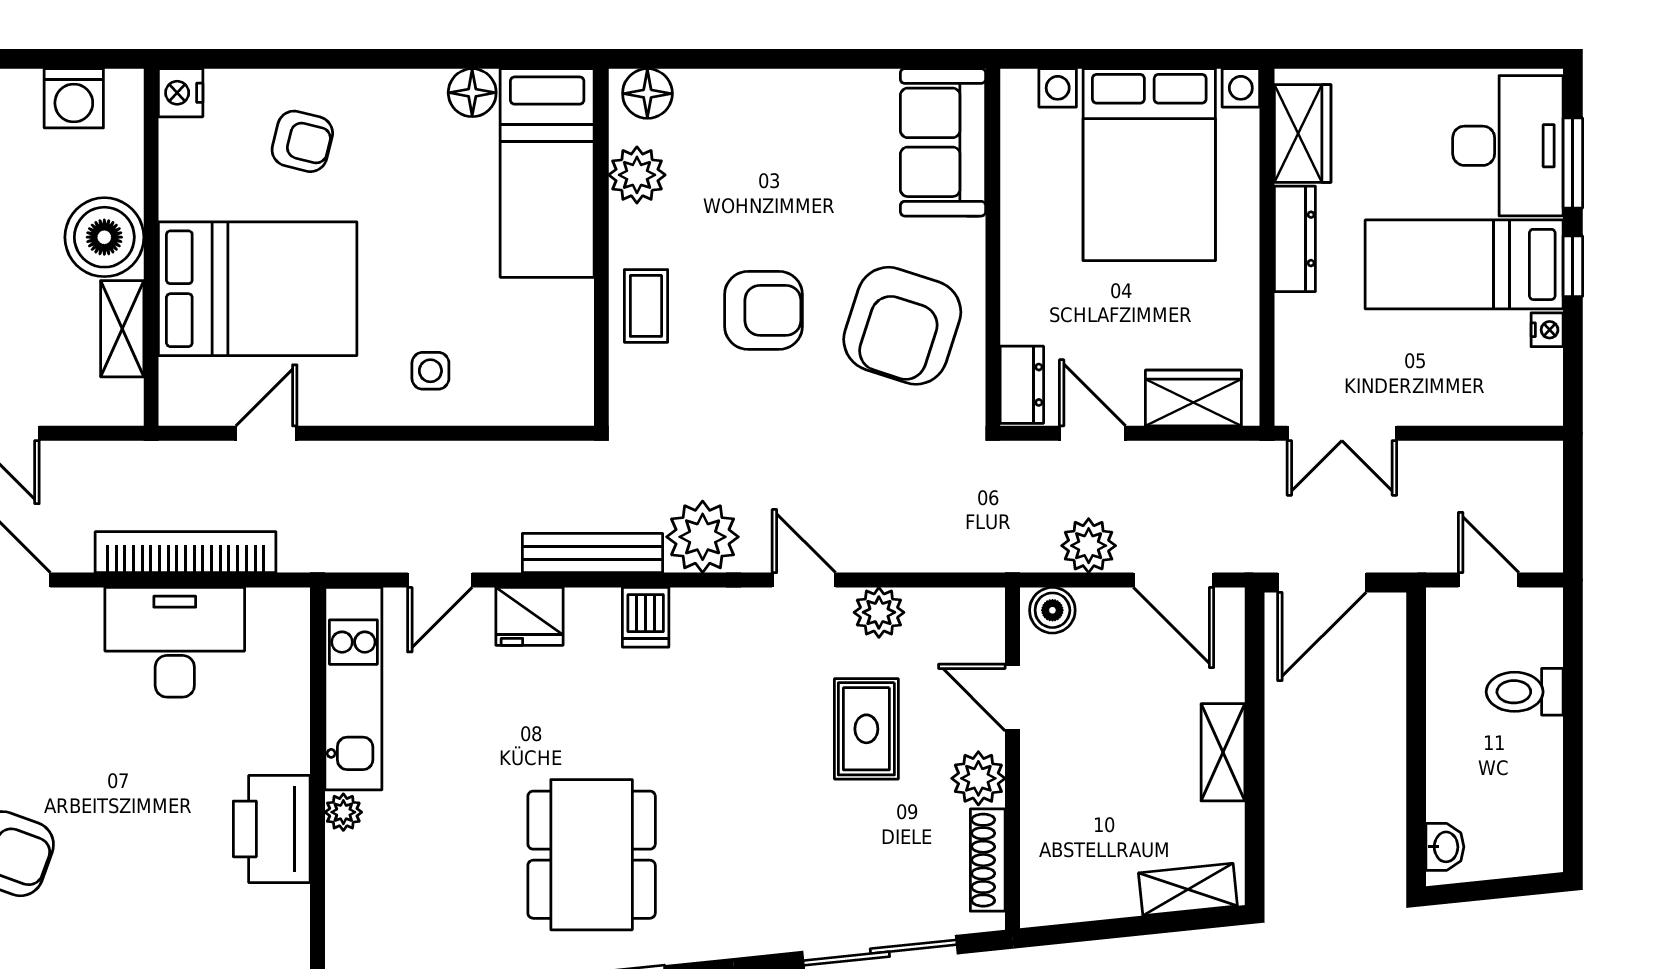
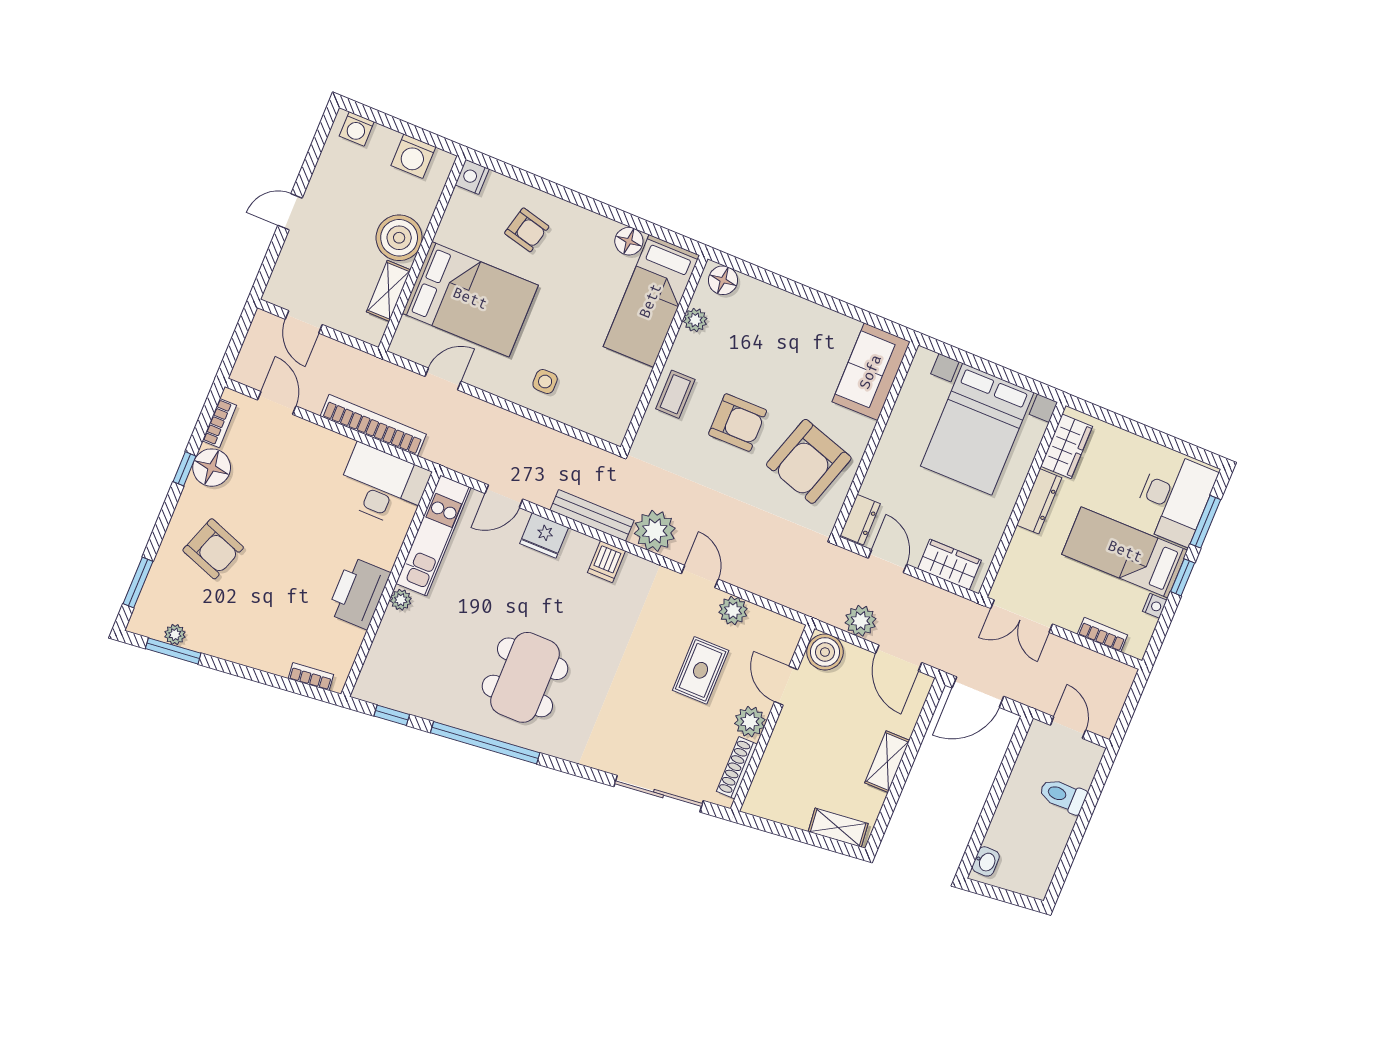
plant: (637, 175) -> (695, 320), width x0.73, depth x0.73
bookcase: (1483, 410) -> (1102, 635), added
boiler: (1052, 610) -> (825, 652), width x1.36, depth x1.36
desk: (175, 642) -> (383, 486), moved

